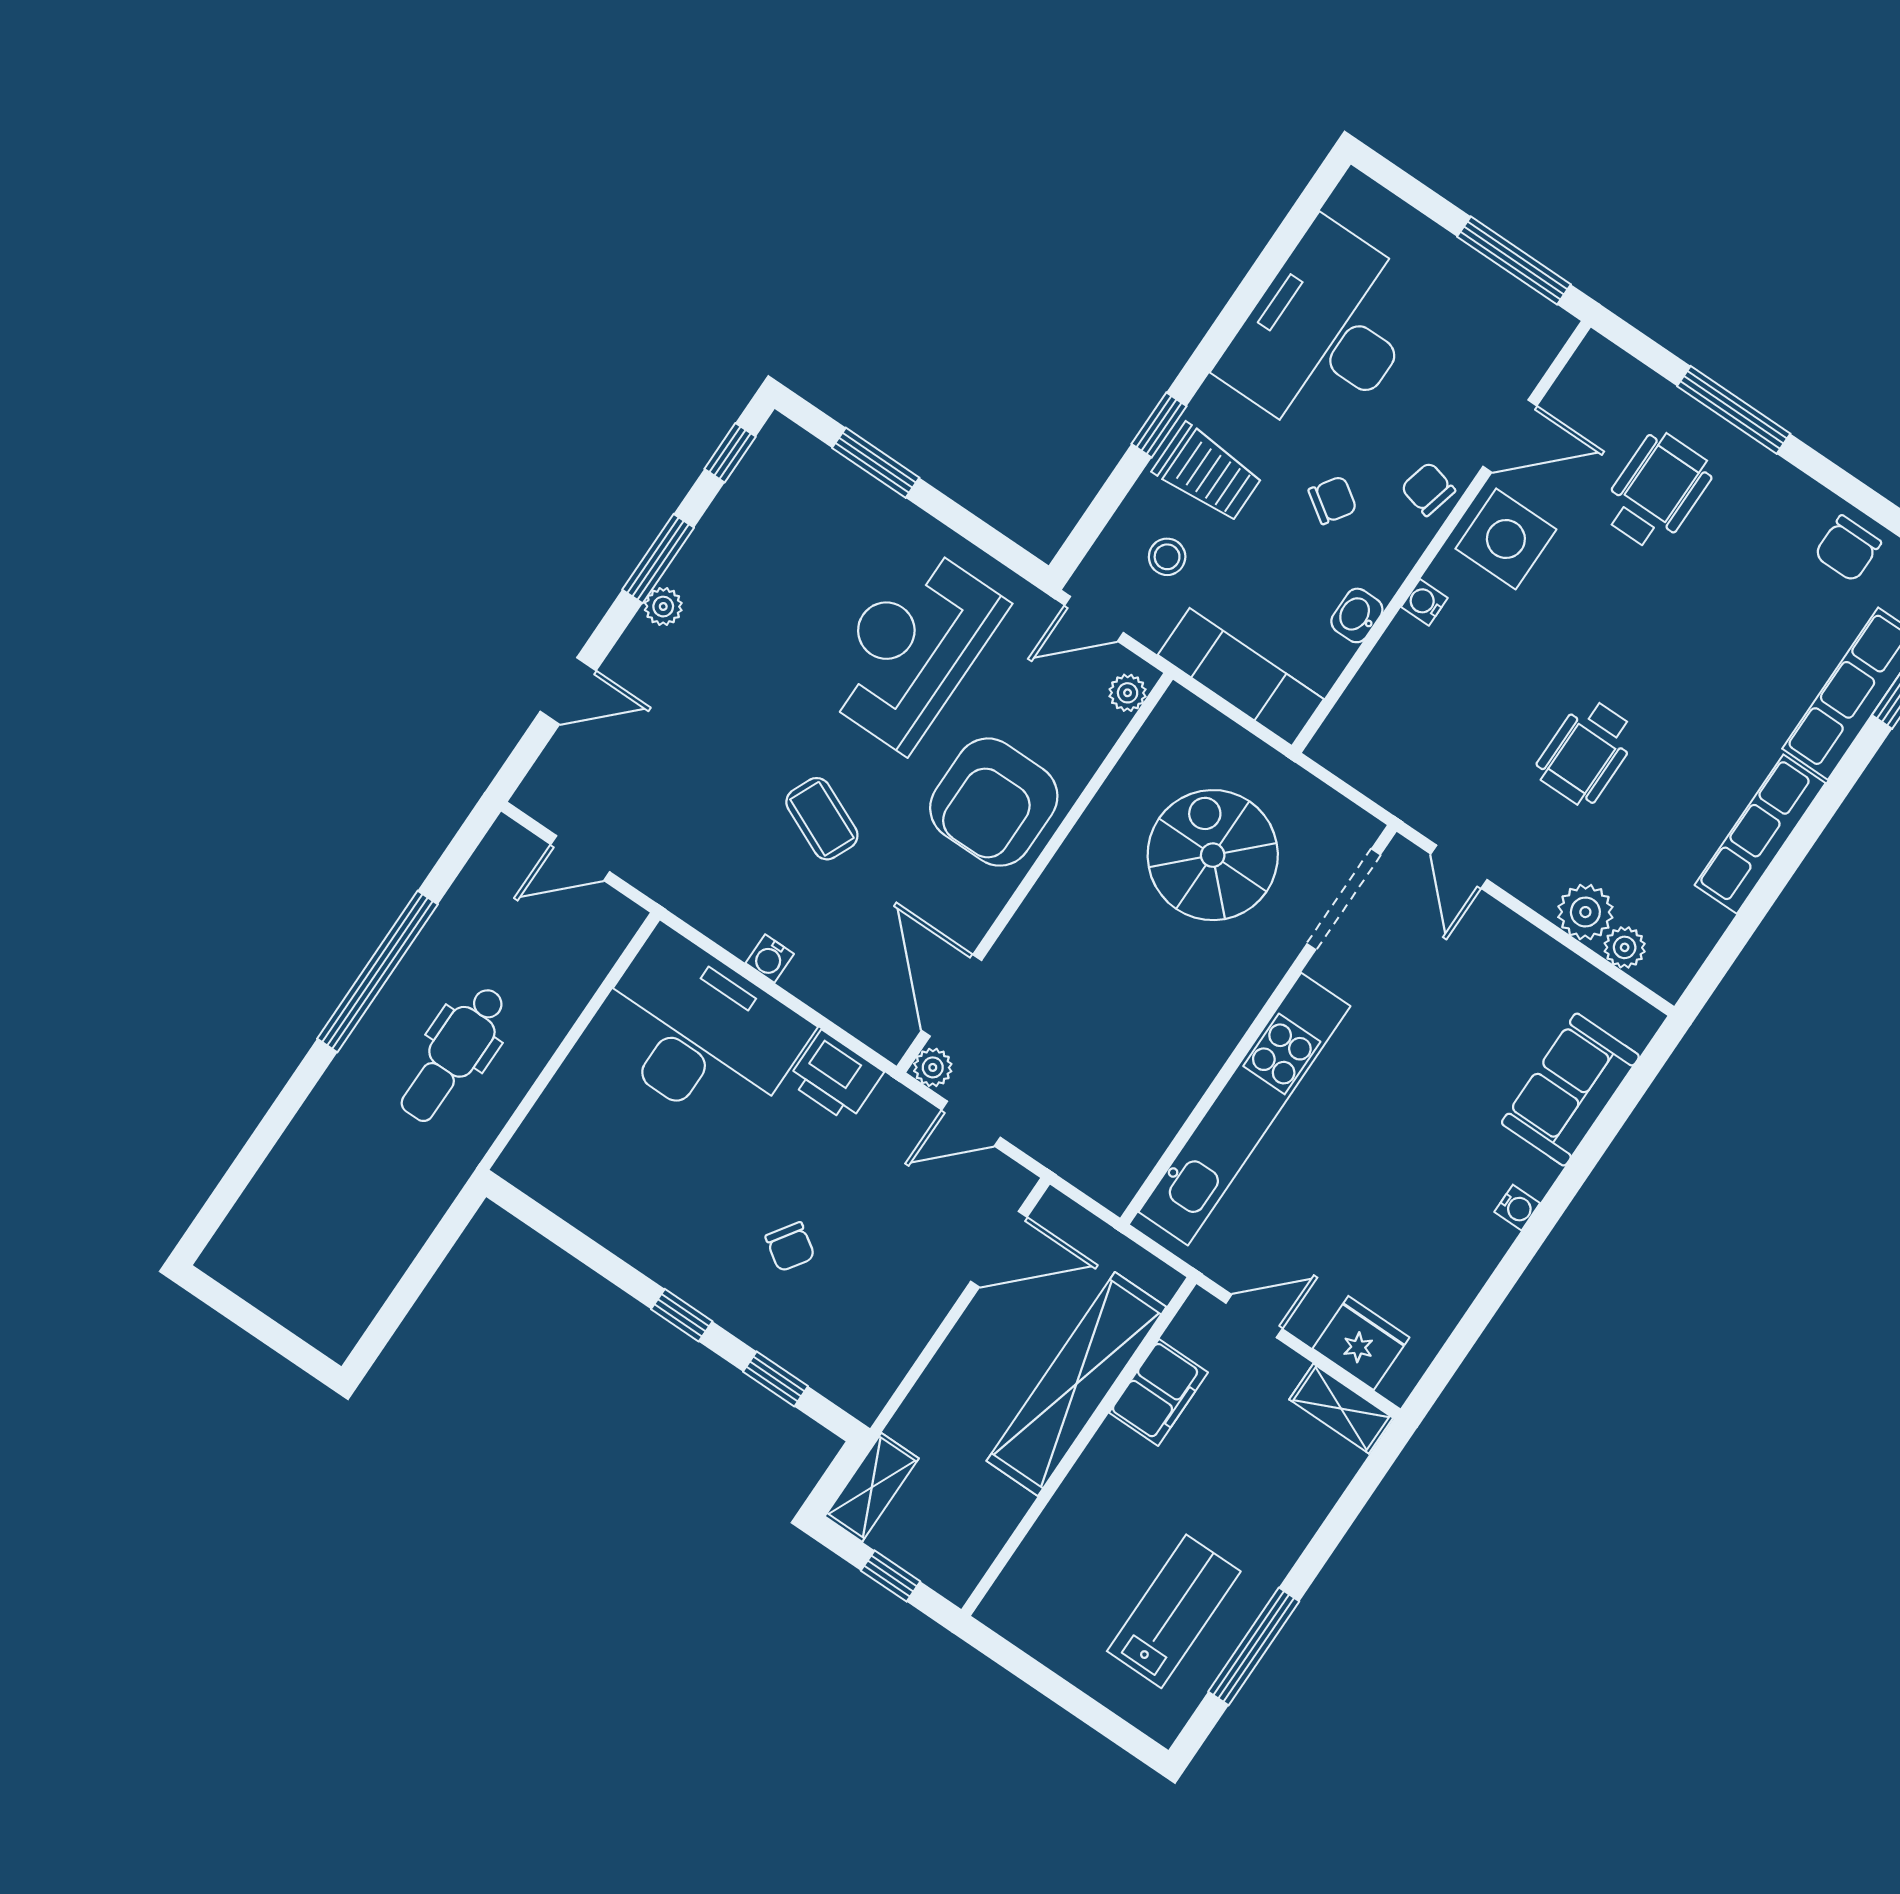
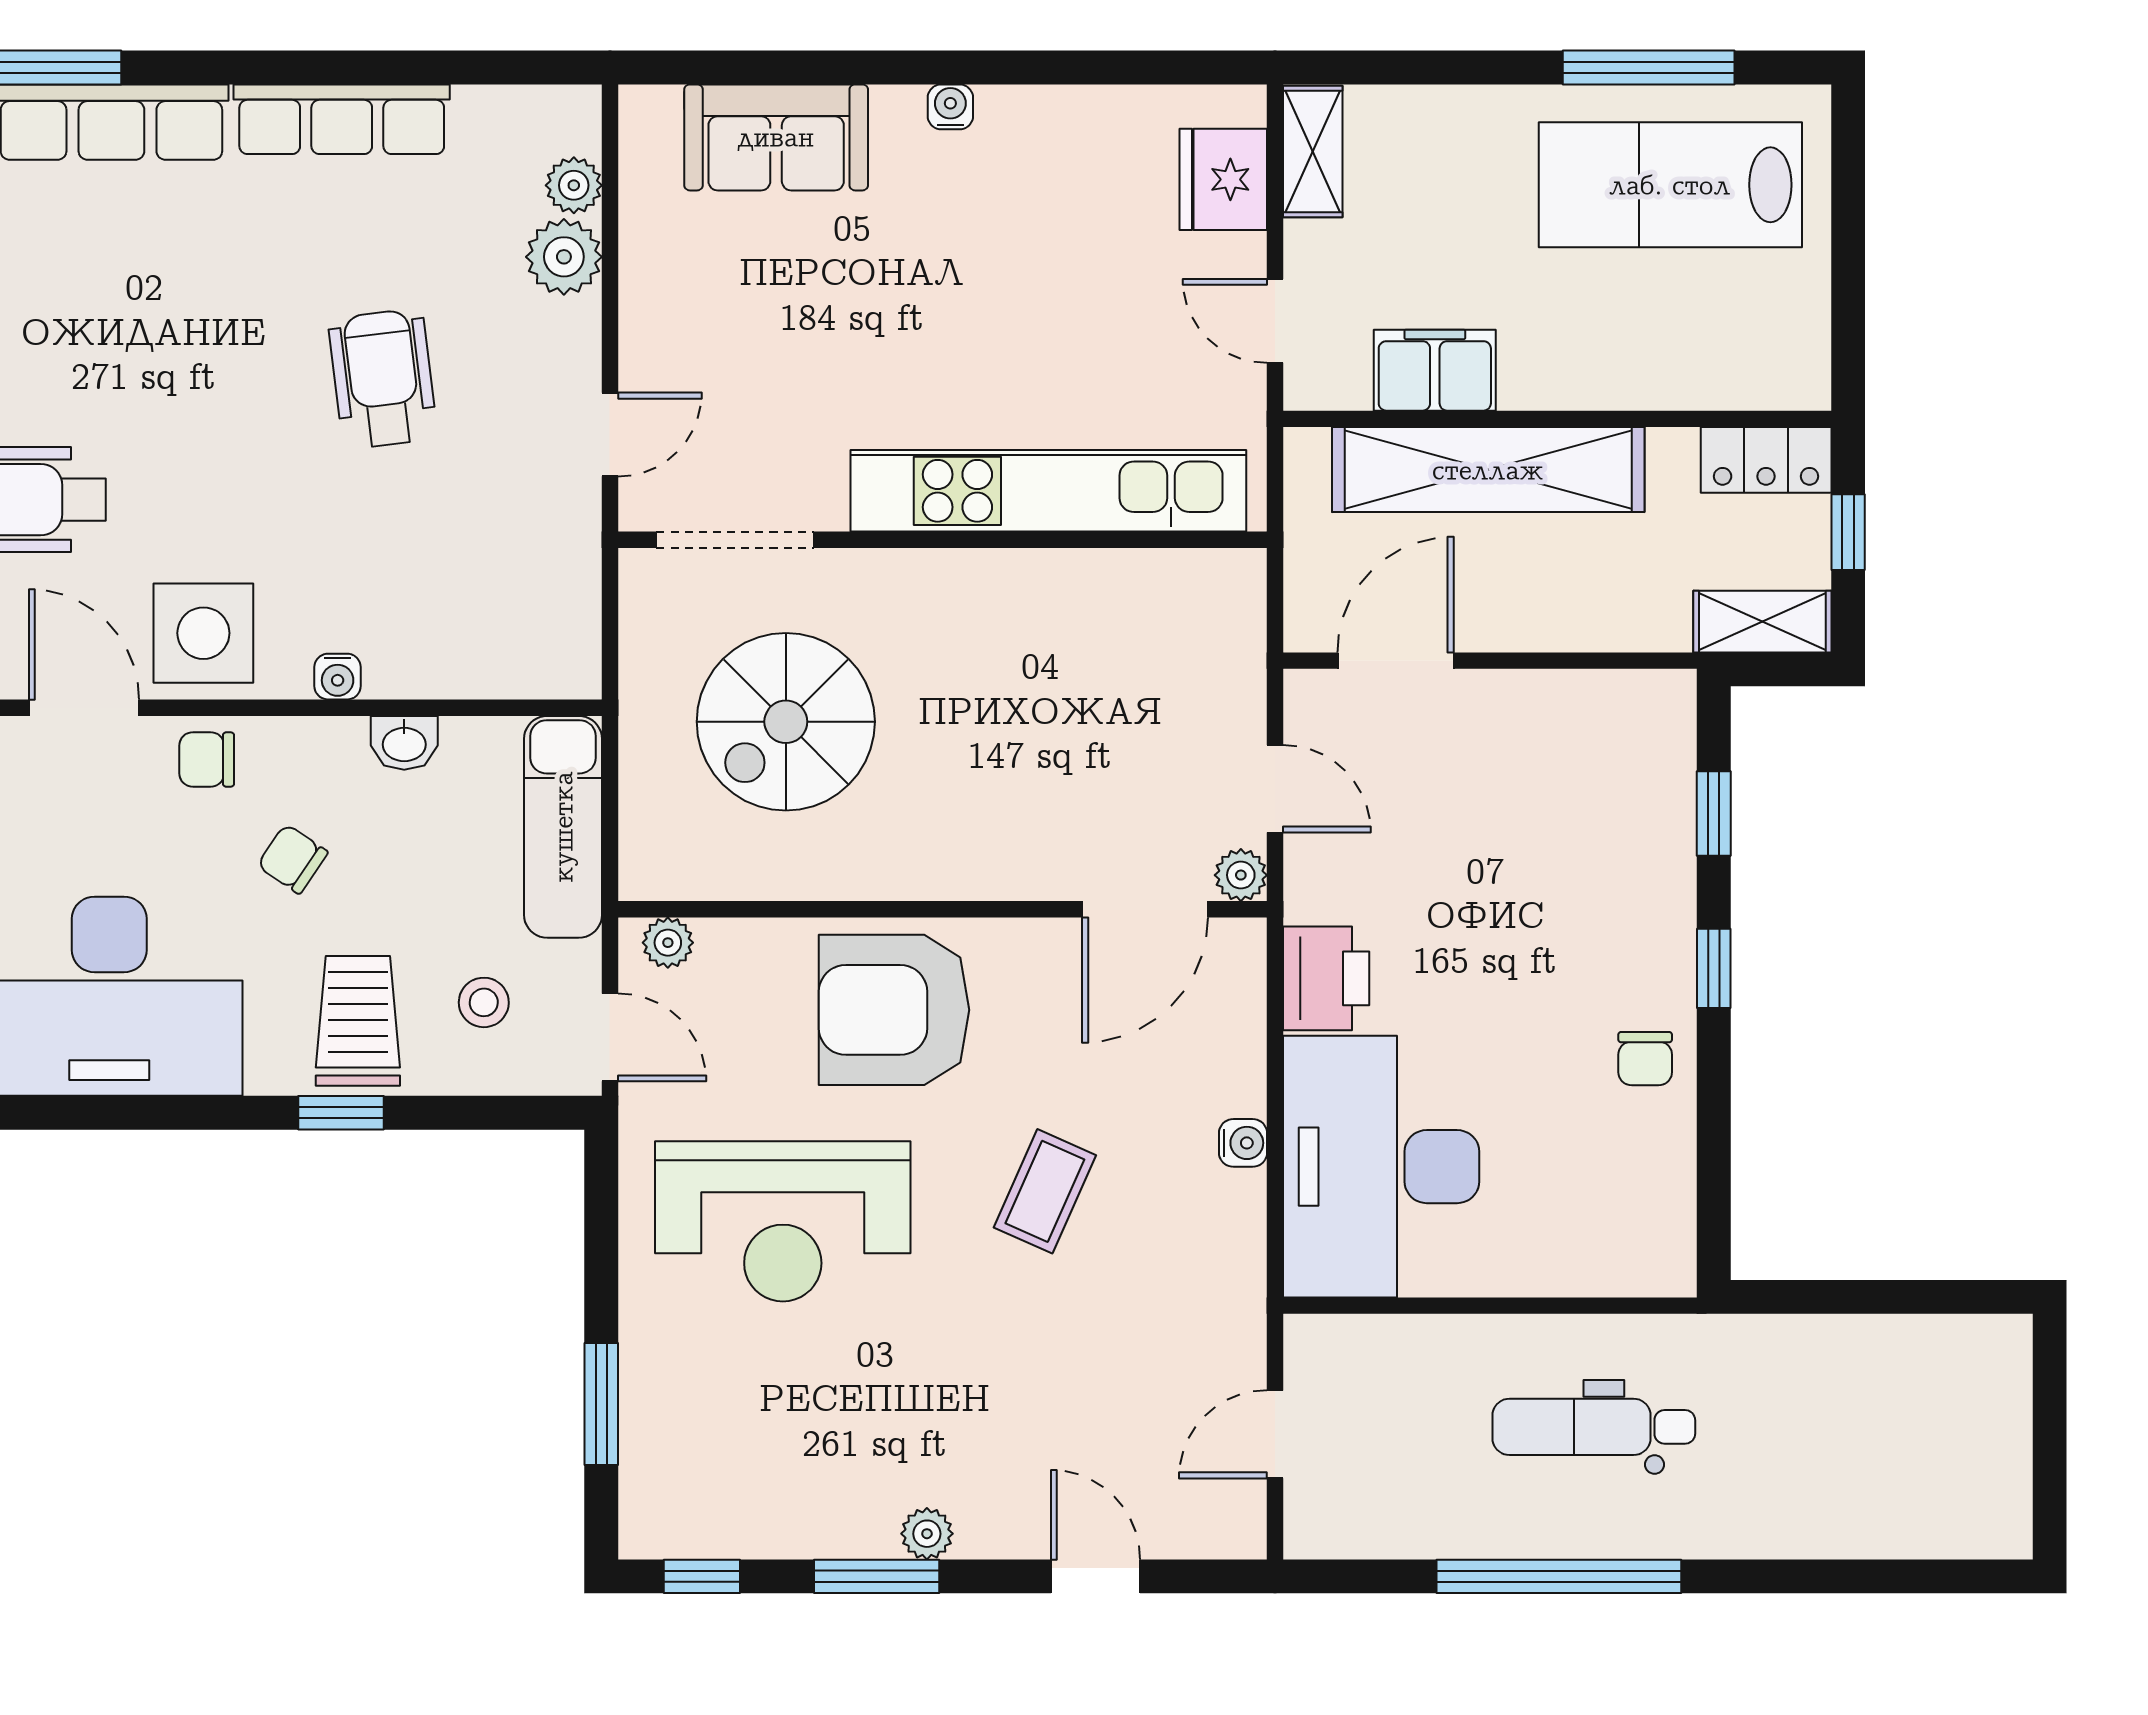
chair: (1428, 489) -> (207, 759), turned 76
wheelchair: (1586, 752) -> (383, 379), turned -97
armchair: (994, 802) -> (894, 1010), turned 180
door: (580, 858) -> (1275, 1434), swing flipped
dental chair: (454, 1054) -> (1594, 1427), turned 180
chair: (790, 1247) -> (1645, 1059), moved, turned 146
door: (999, 1249) -> (1396, 661), hinge flipped
locker: (968, 1556) -> (1766, 460), added
lab bench: (1174, 1611) -> (1670, 185), width x1.36, depth x1.39

